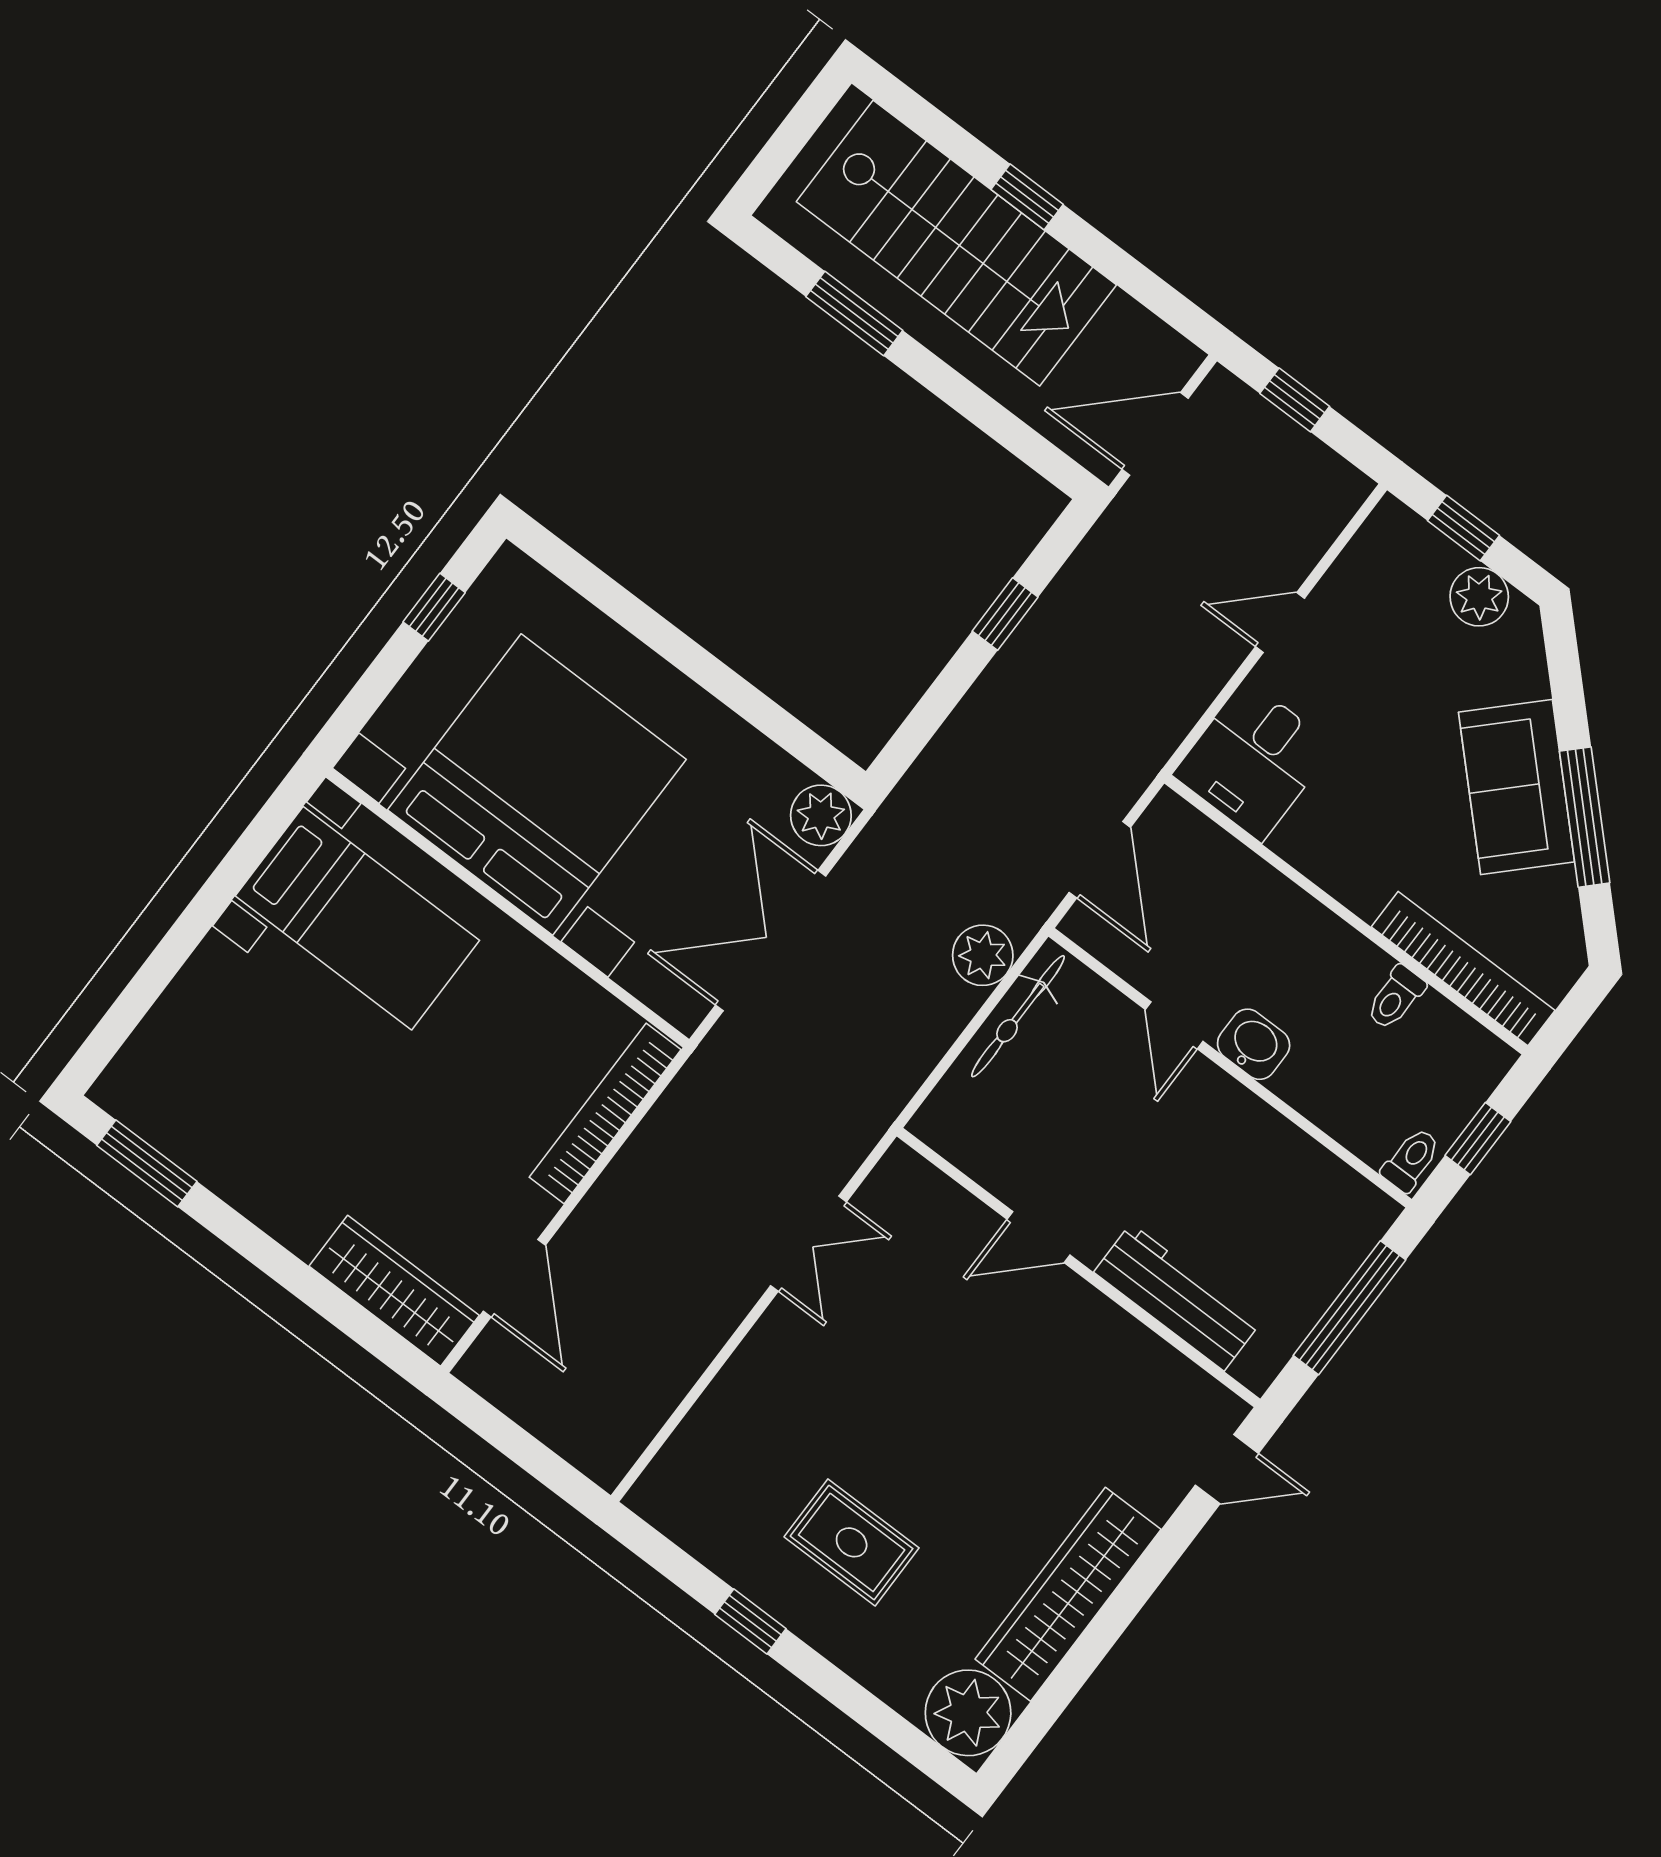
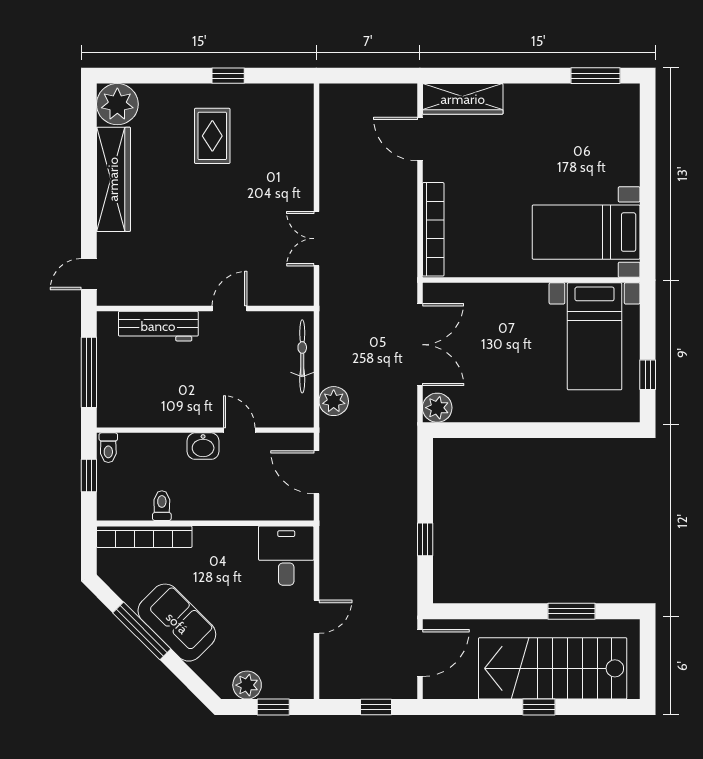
bed with nightstands: (537, 785) -> (595, 336), width x0.54
bicycle: (1018, 1016) -> (302, 356), moved
rug: (852, 1542) -> (212, 136), turned 90

